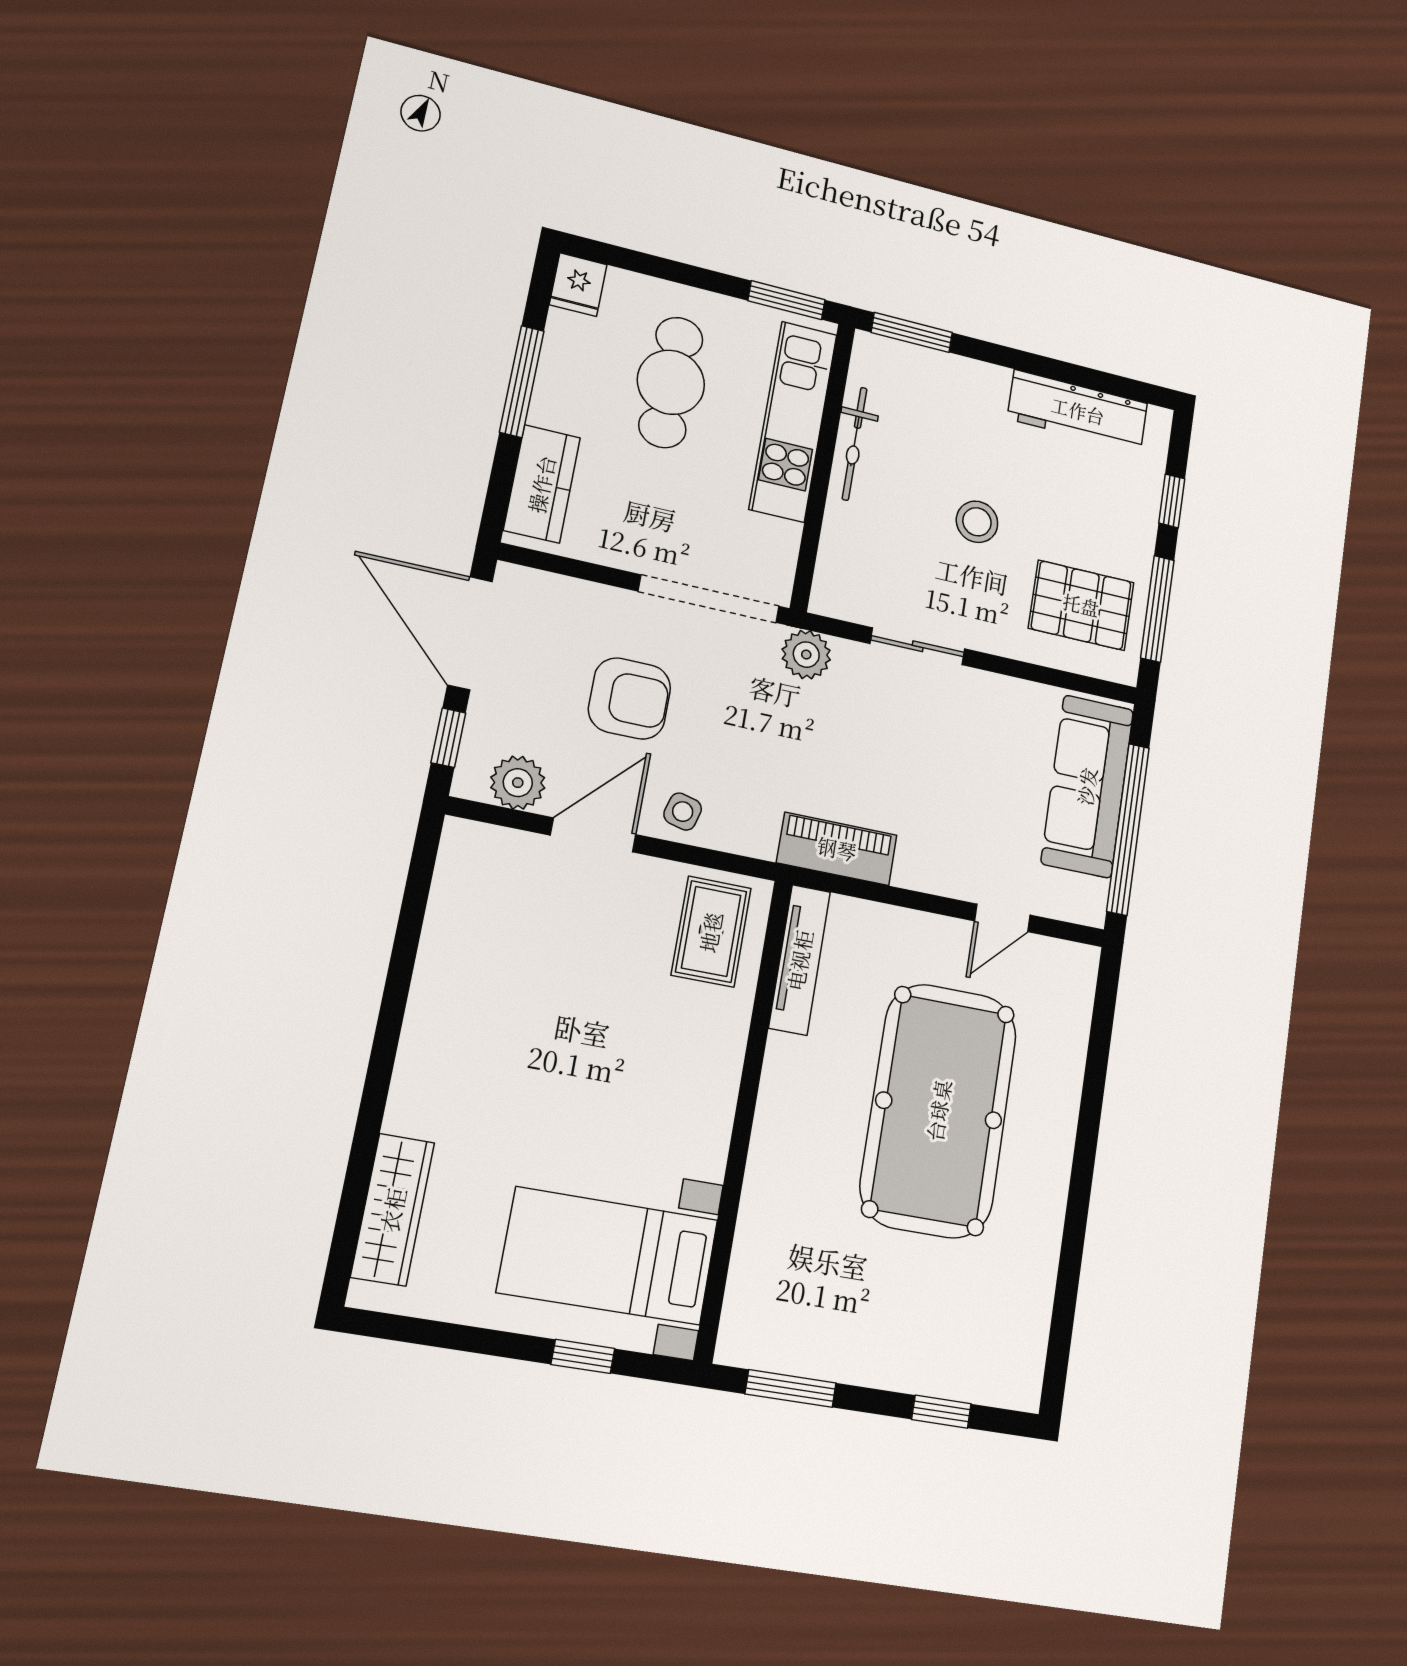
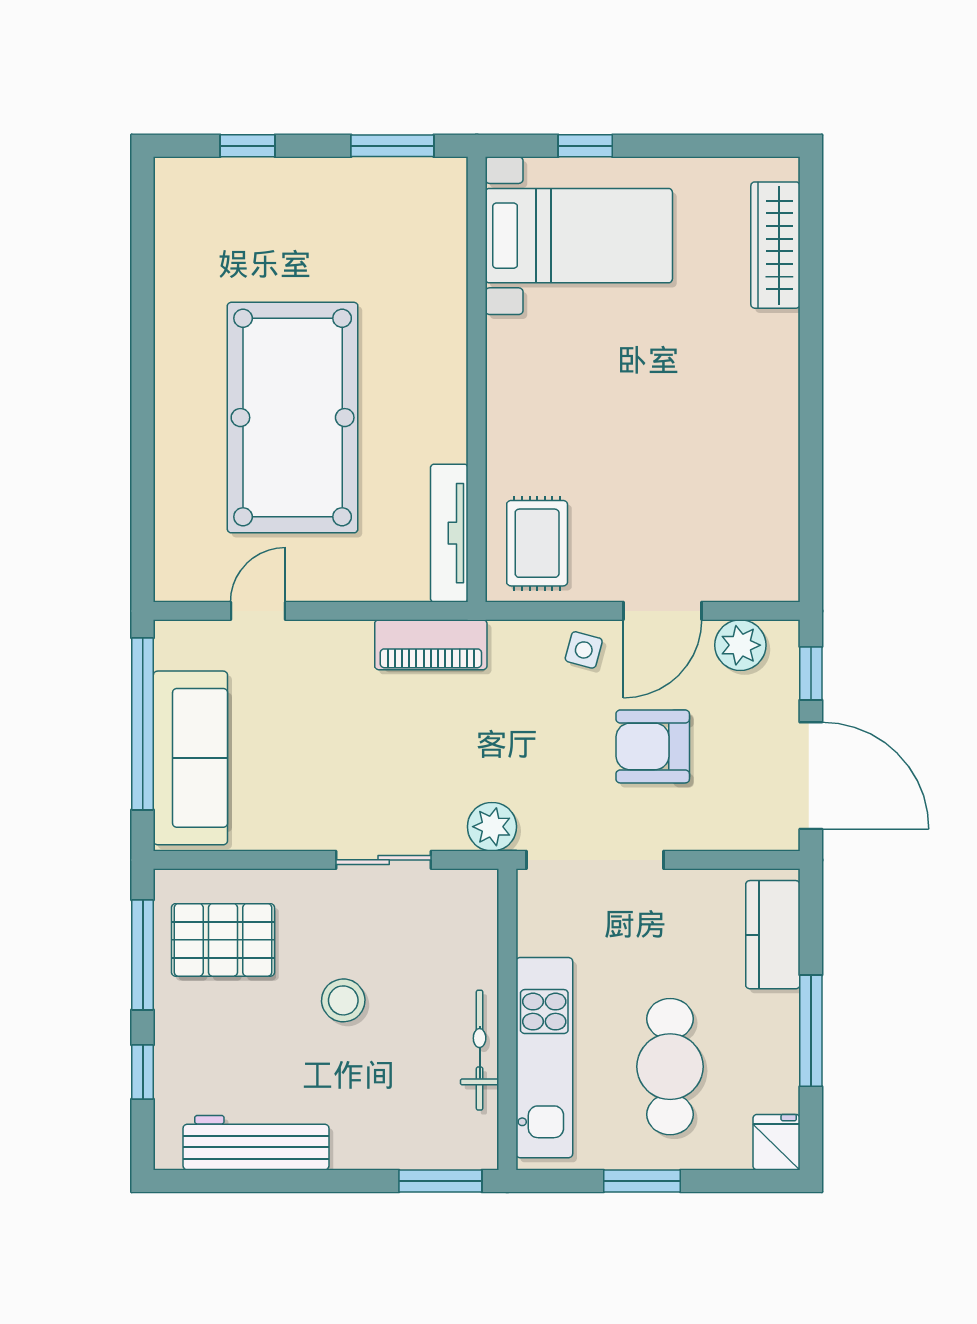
window: (786, 300) -> (642, 1181), moved

